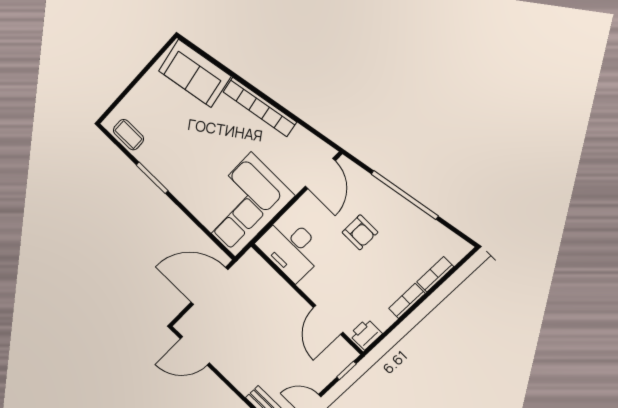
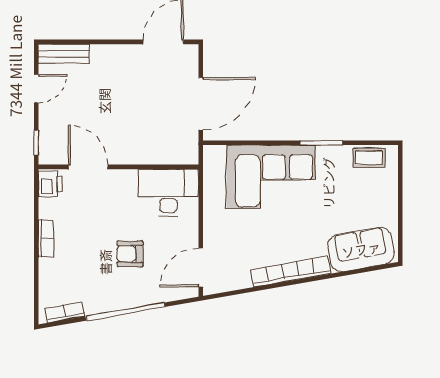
door: (320, 174) -> (201, 267), hinge flipped
corner sofa: (243, 205) -> (271, 177), moved, turned 90
bookcase: (435, 274) -> (65, 312), moved, turned -100

